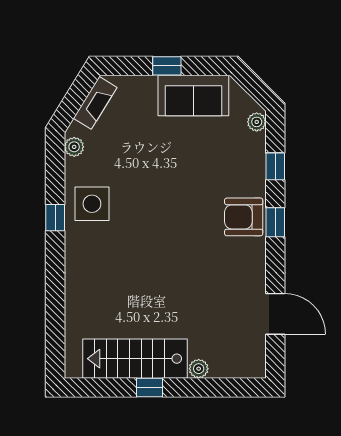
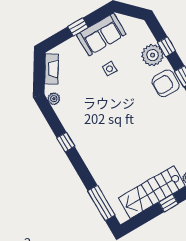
plant: (257, 122) -> (153, 55), moved, width x1.88, depth x1.88
side table: (92, 204) -> (109, 69), moved, width x0.54, depth x0.54
window: (55, 332) -> (101, 203), added

